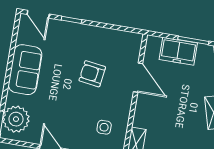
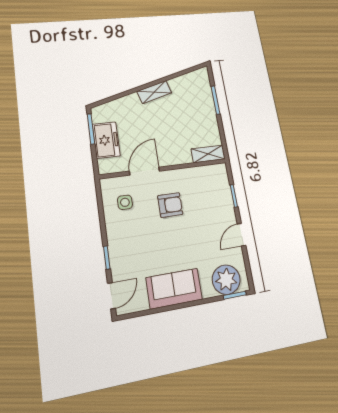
armchair: (92, 74) -> (170, 205), moved, turned -98
side table: (104, 127) -> (125, 202), moved

